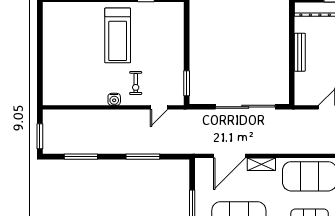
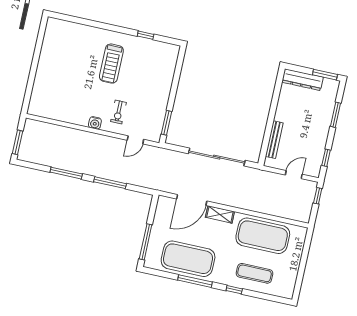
treadmill: (118, 35) -> (111, 64), width x0.73, depth x0.73
bench: (300, 52) -> (274, 140), moved
window: (81, 157) -> (66, 173), moved

